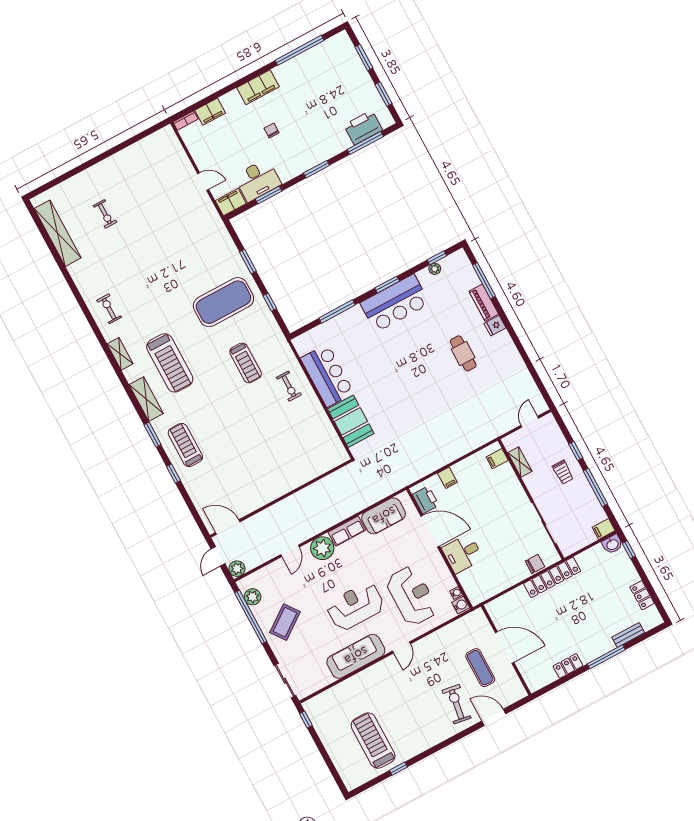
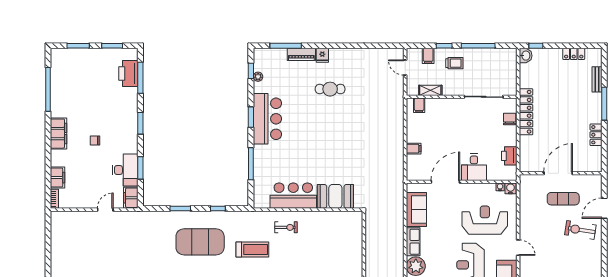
exercise mat: (223, 302) -> (200, 242), turned 90
printer: (426, 500) -> (509, 156), moved, turned -90
filing cabinet: (604, 529) -> (428, 56), moved

